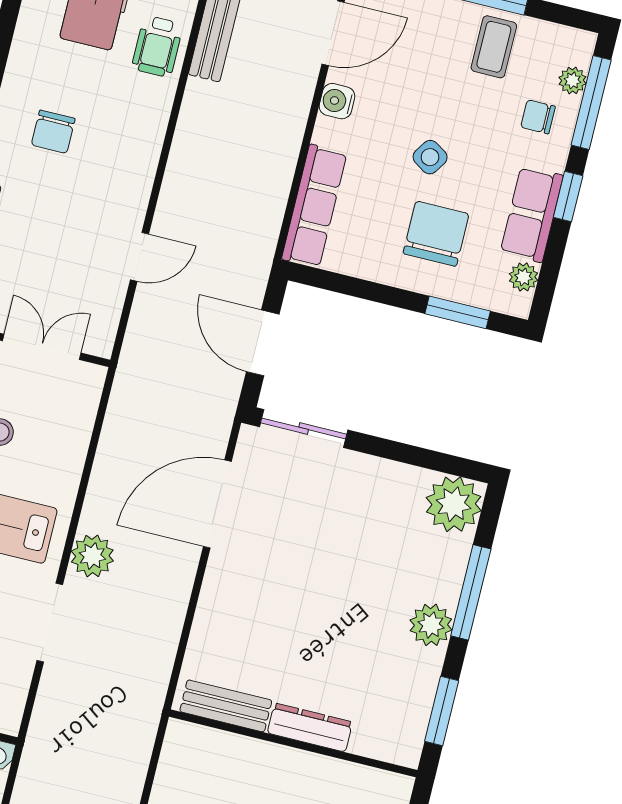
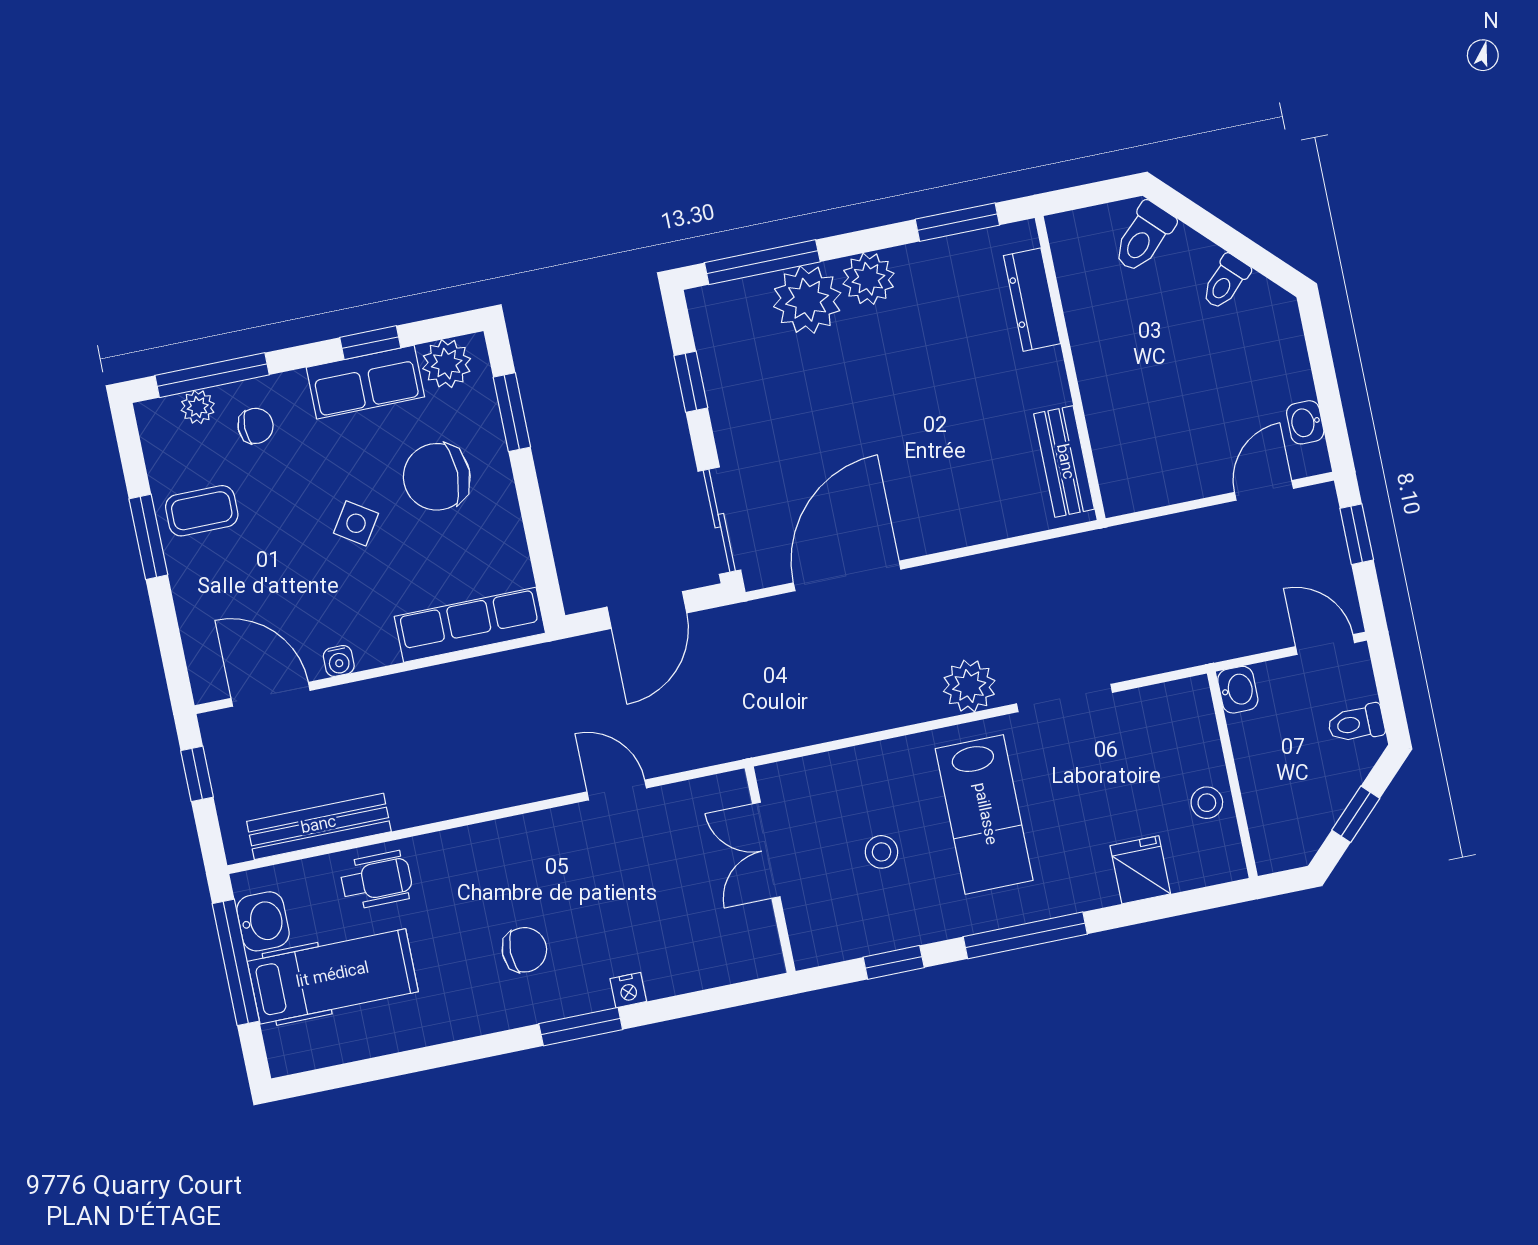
water cooler: (337, 101) -> (339, 661), width x0.72, depth x0.72
chair: (538, 117) -> (256, 426), turned -90
window: (568, 196) -> (370, 343), moved
plant: (523, 277) -> (447, 364), width x1.38, depth x1.38
window: (417, 456) -> (691, 382), added
door: (217, 504) -> (847, 576), swing flipped
plant: (454, 504) -> (807, 300), moved
window: (471, 592) -> (762, 262), moved
dresser: (310, 727) -> (1032, 300), moved

